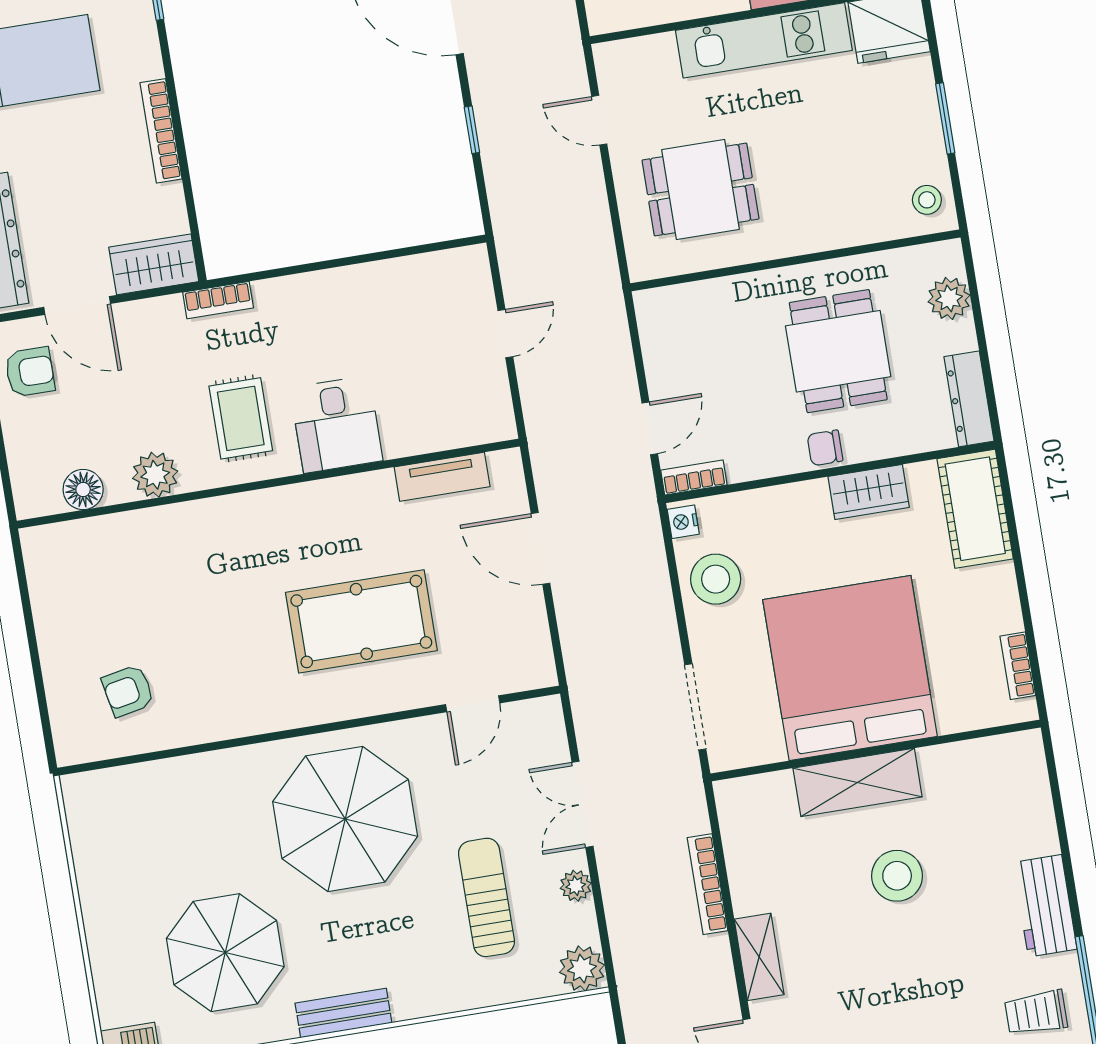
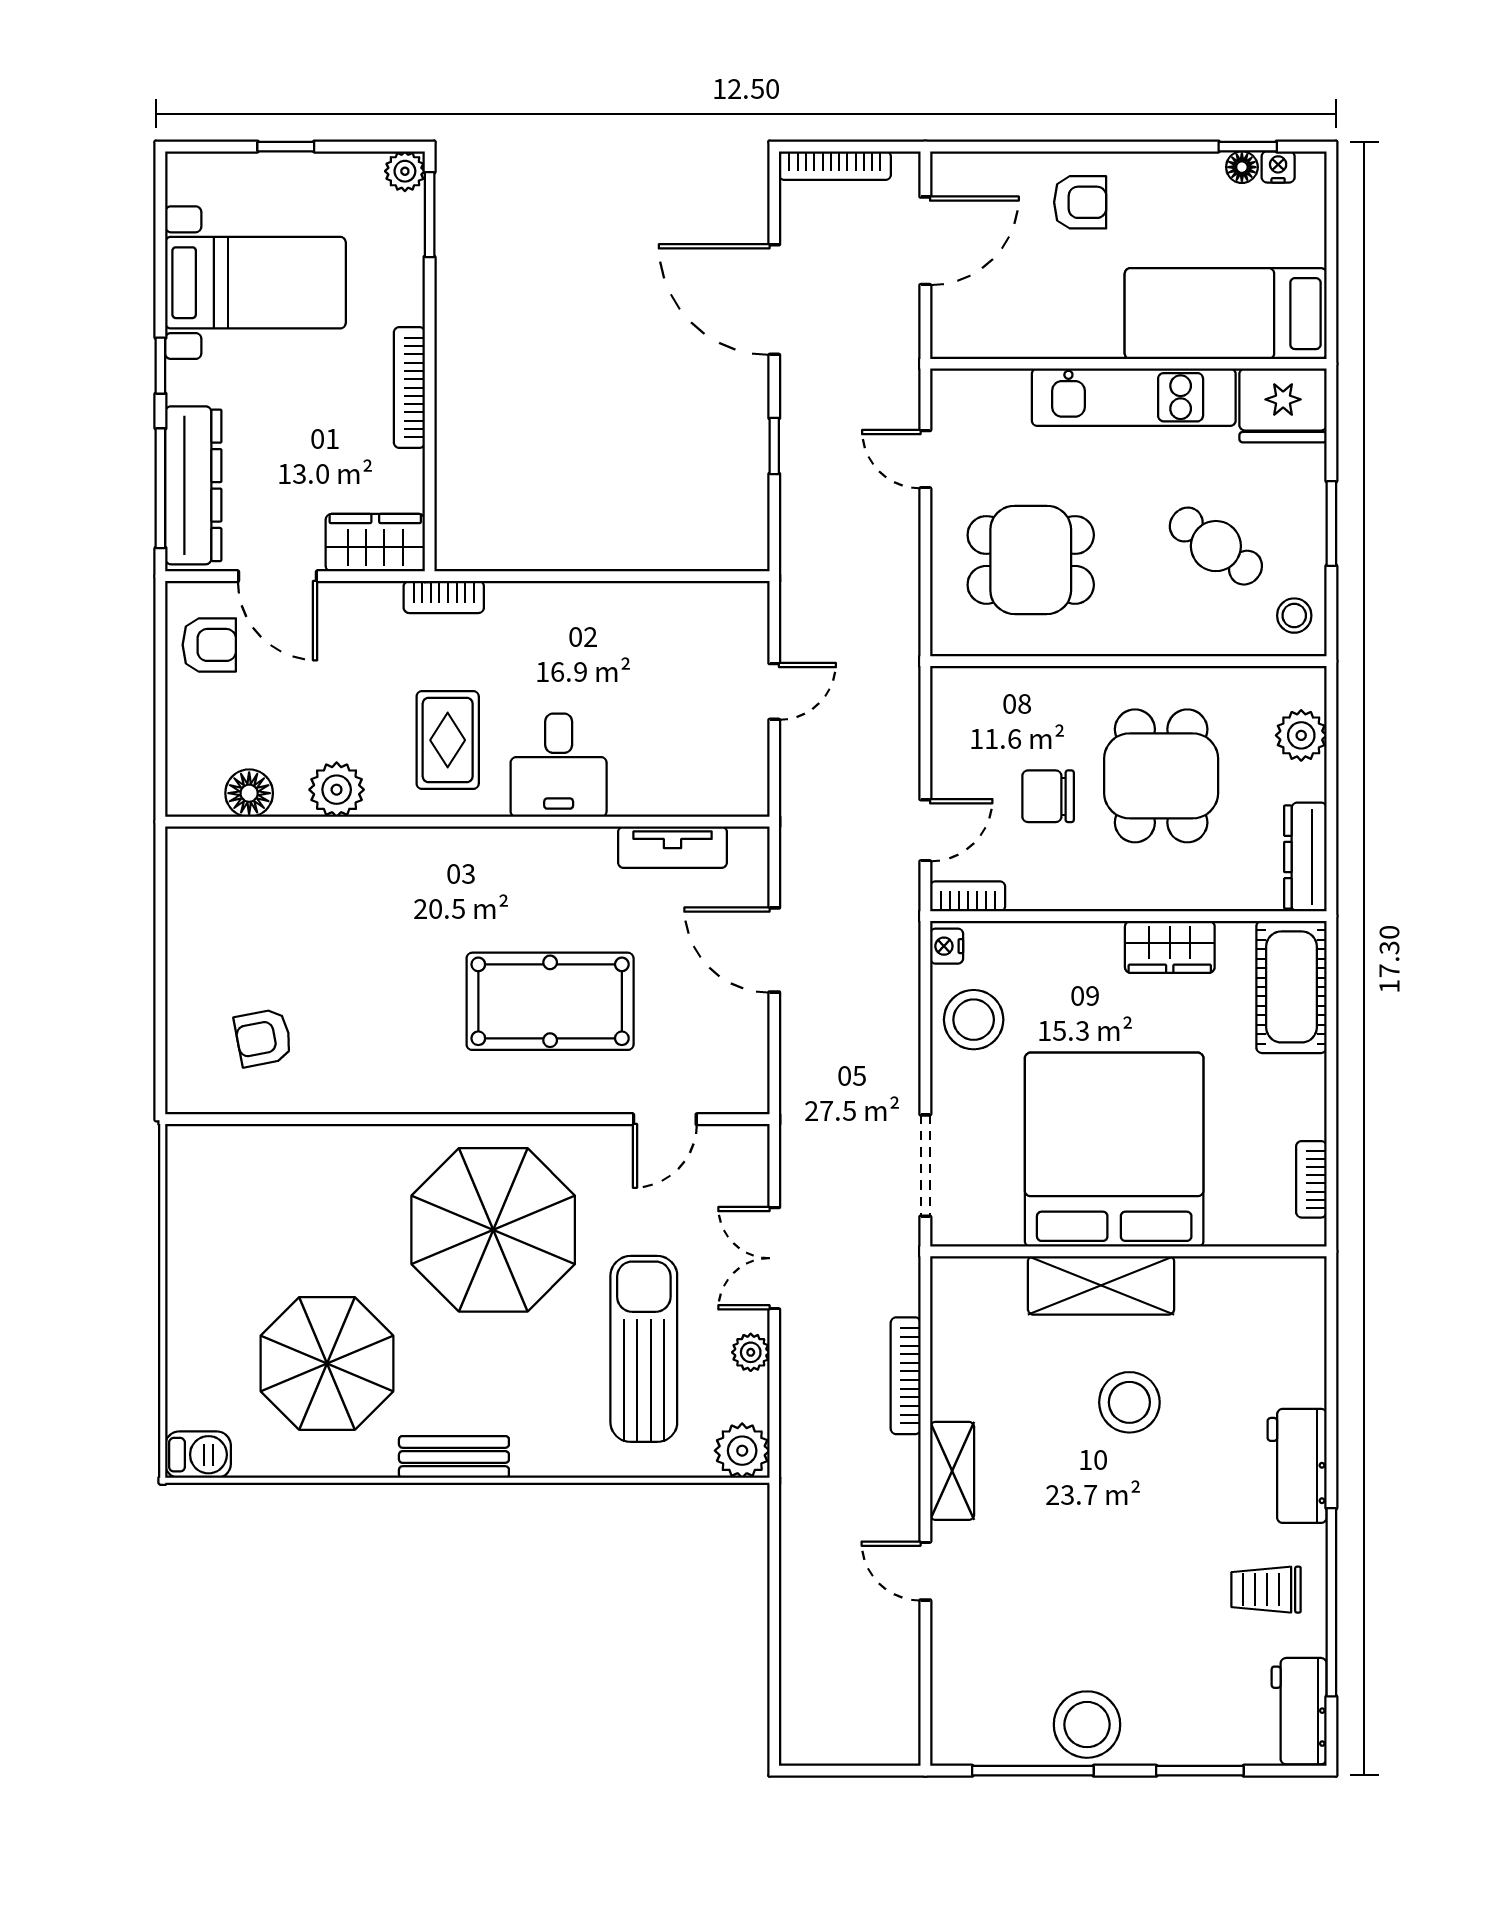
cafe table: (852, 153) -> (1216, 546), added
chair: (825, 448) -> (1048, 796), moved, width x1.37, depth x1.37
sun lounger: (487, 897) -> (644, 1349), width x1.36, depth x1.34

